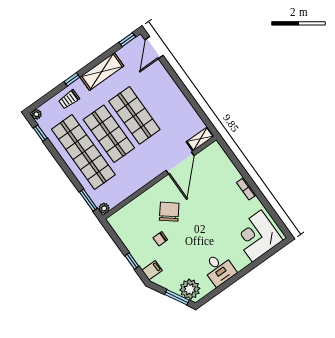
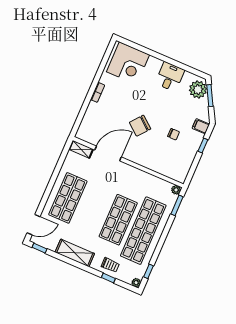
window: (72, 79) -> (108, 278), moved
shop shelf: (134, 115) -> (68, 198), moved
chair: (169, 212) -> (140, 126), moved

